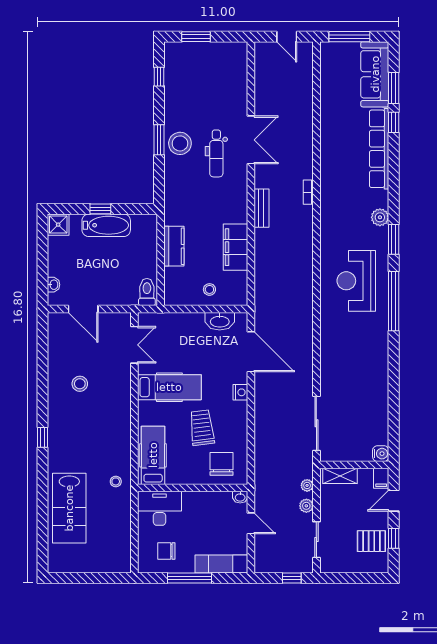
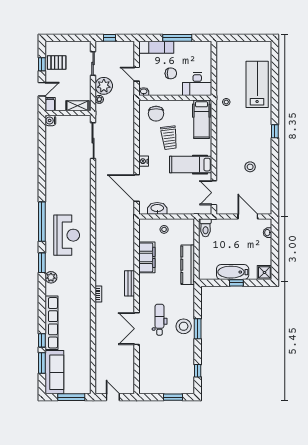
kitchen counter: (174, 246) -> (188, 265), width x1.50
plant: (306, 506) -> (104, 86), width x1.88, depth x1.88
chair: (166, 551) -> (171, 73), moved

